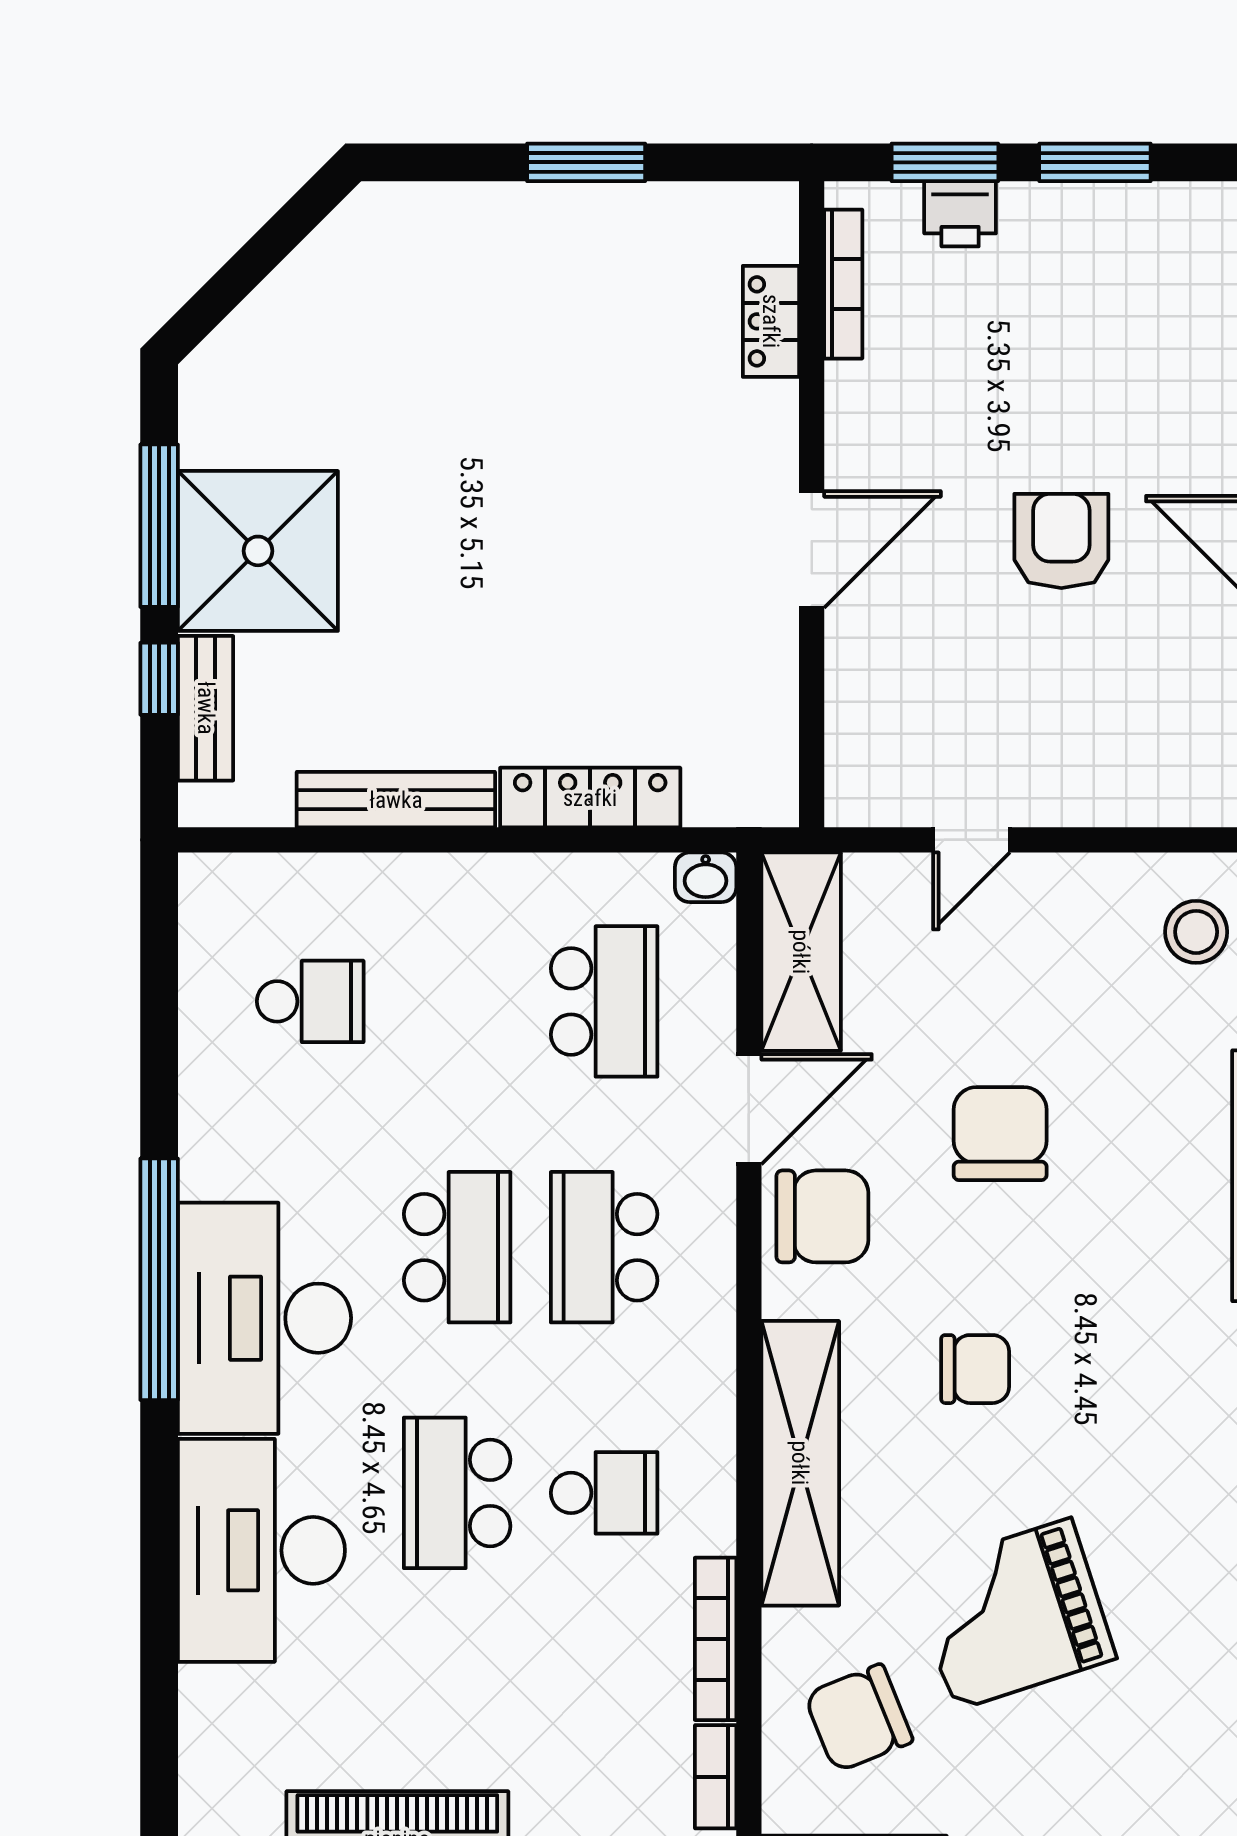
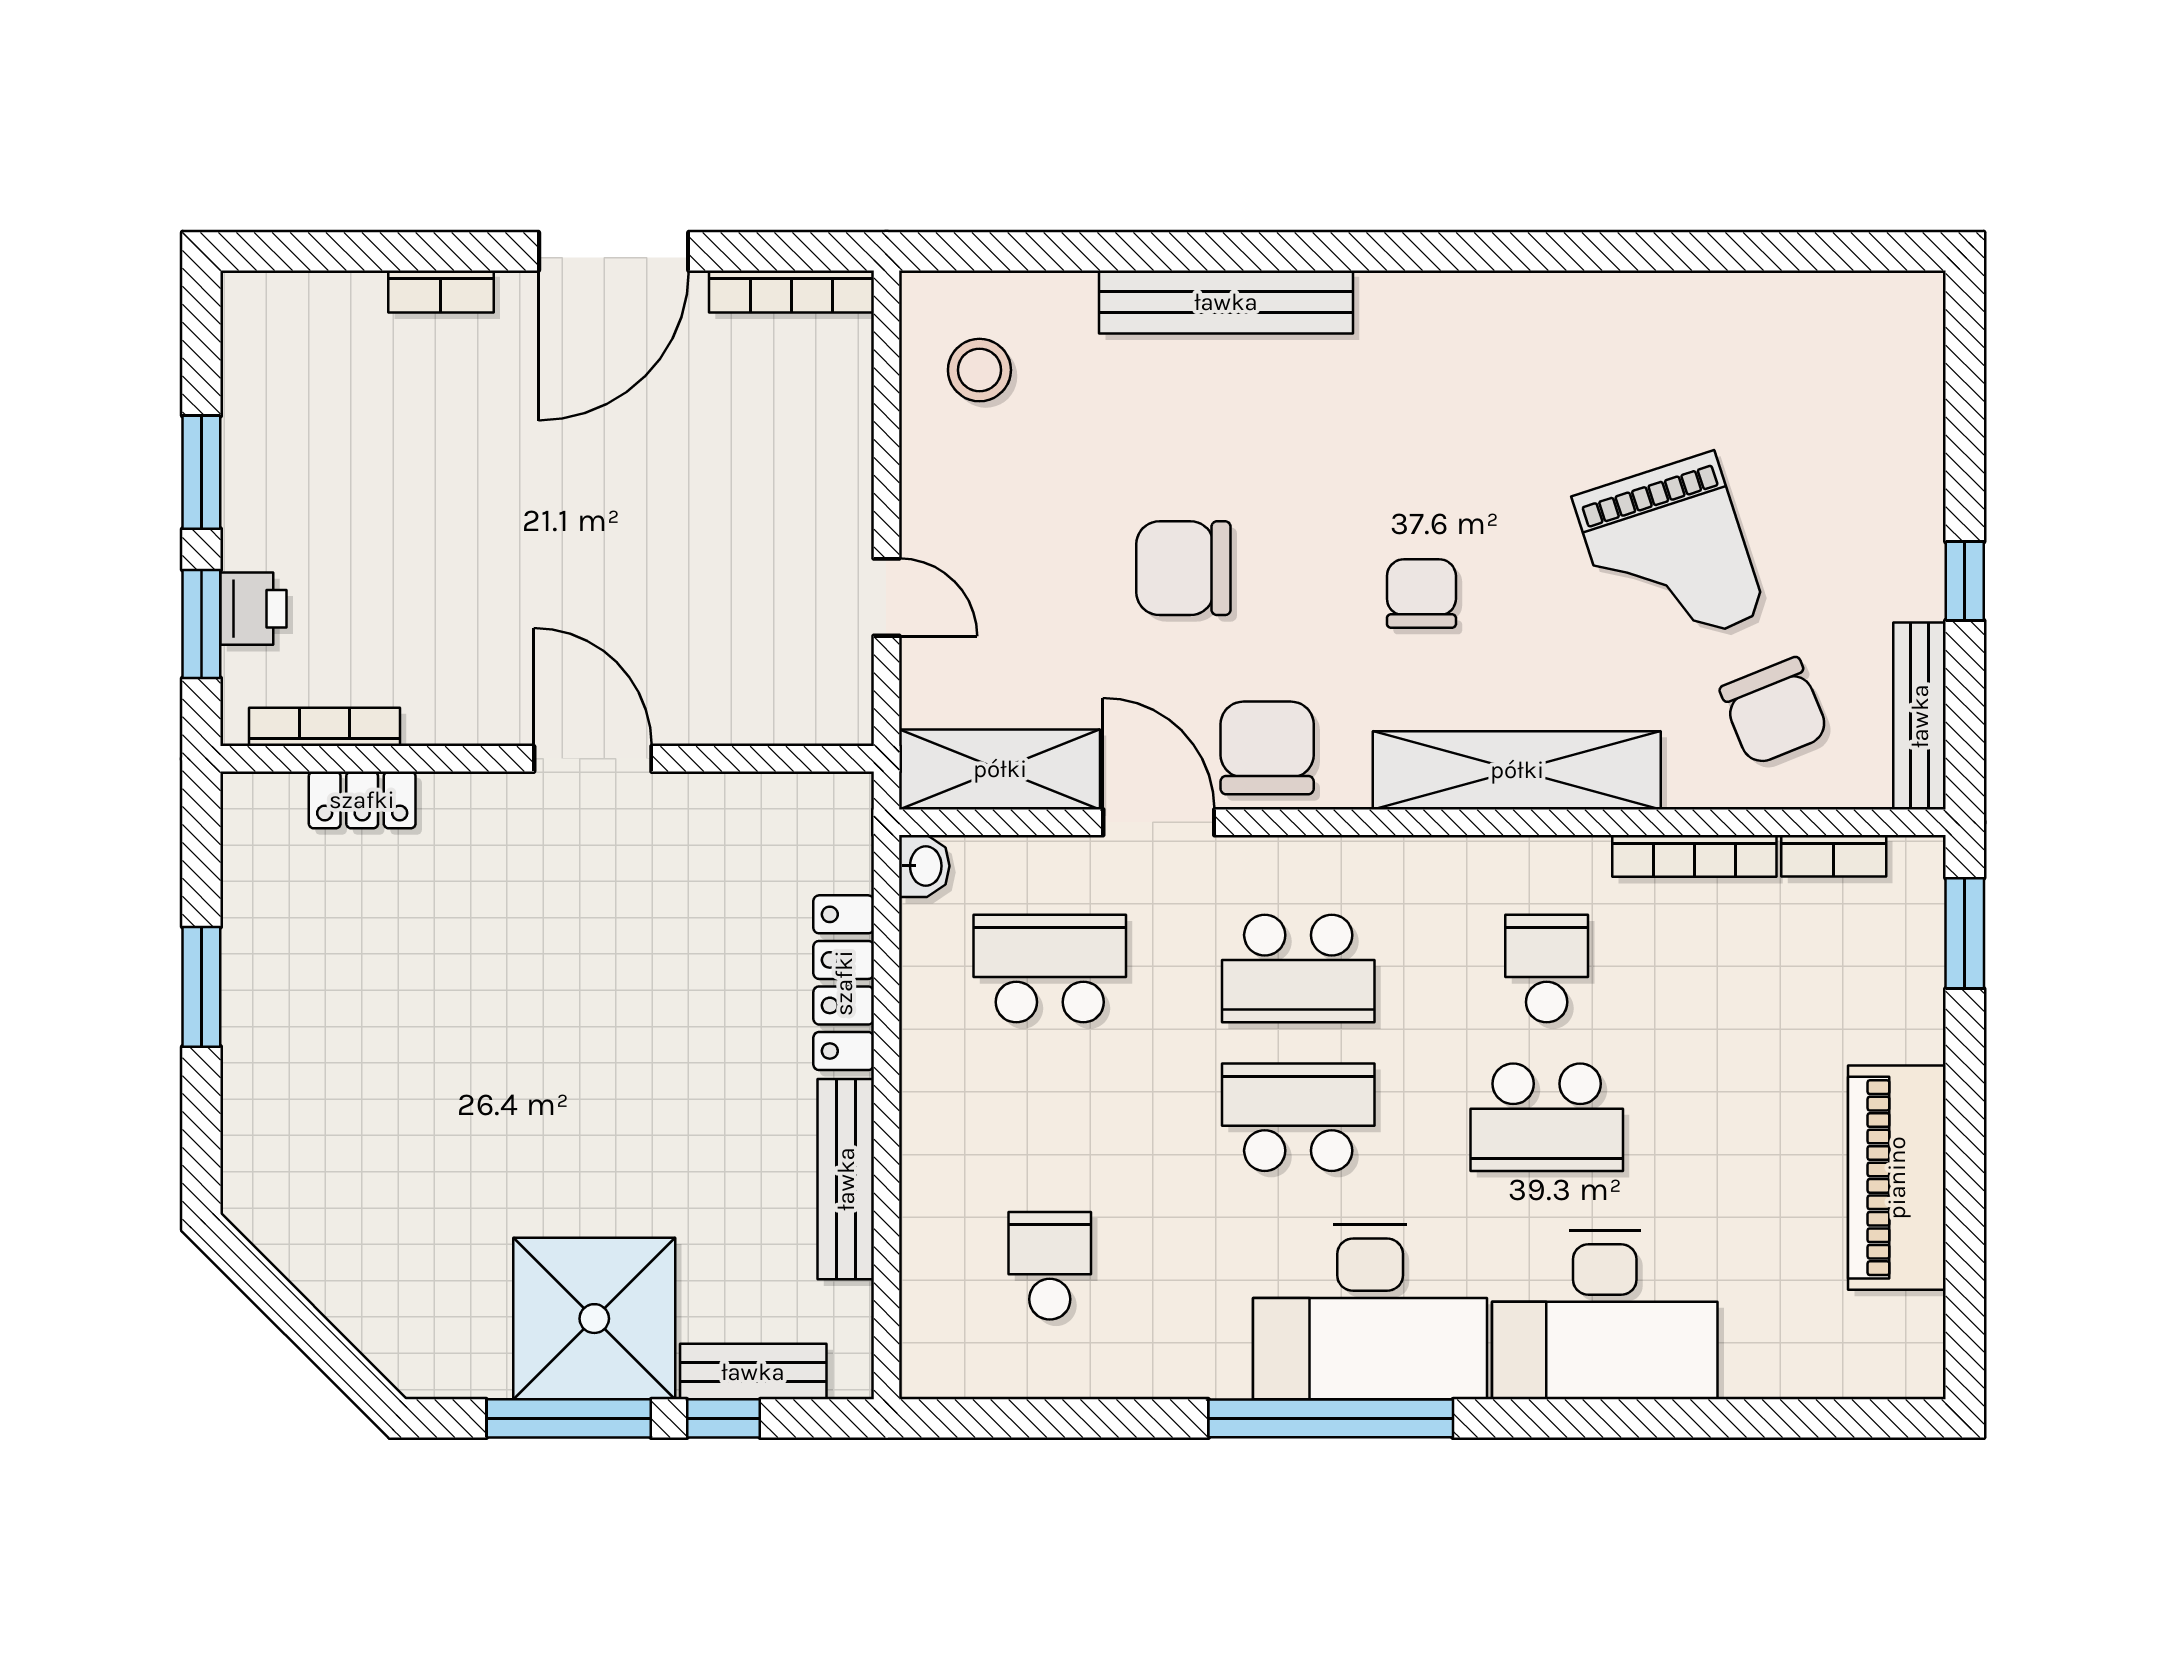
armchair: (1061, 541) -> (584, 506), removed

